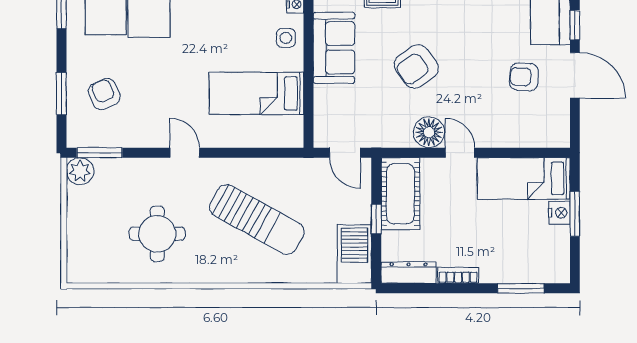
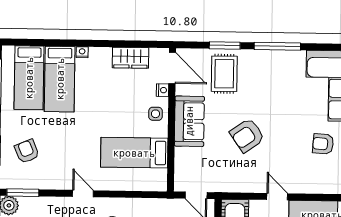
floor lamp: (429, 132) -> (255, 182), removed

